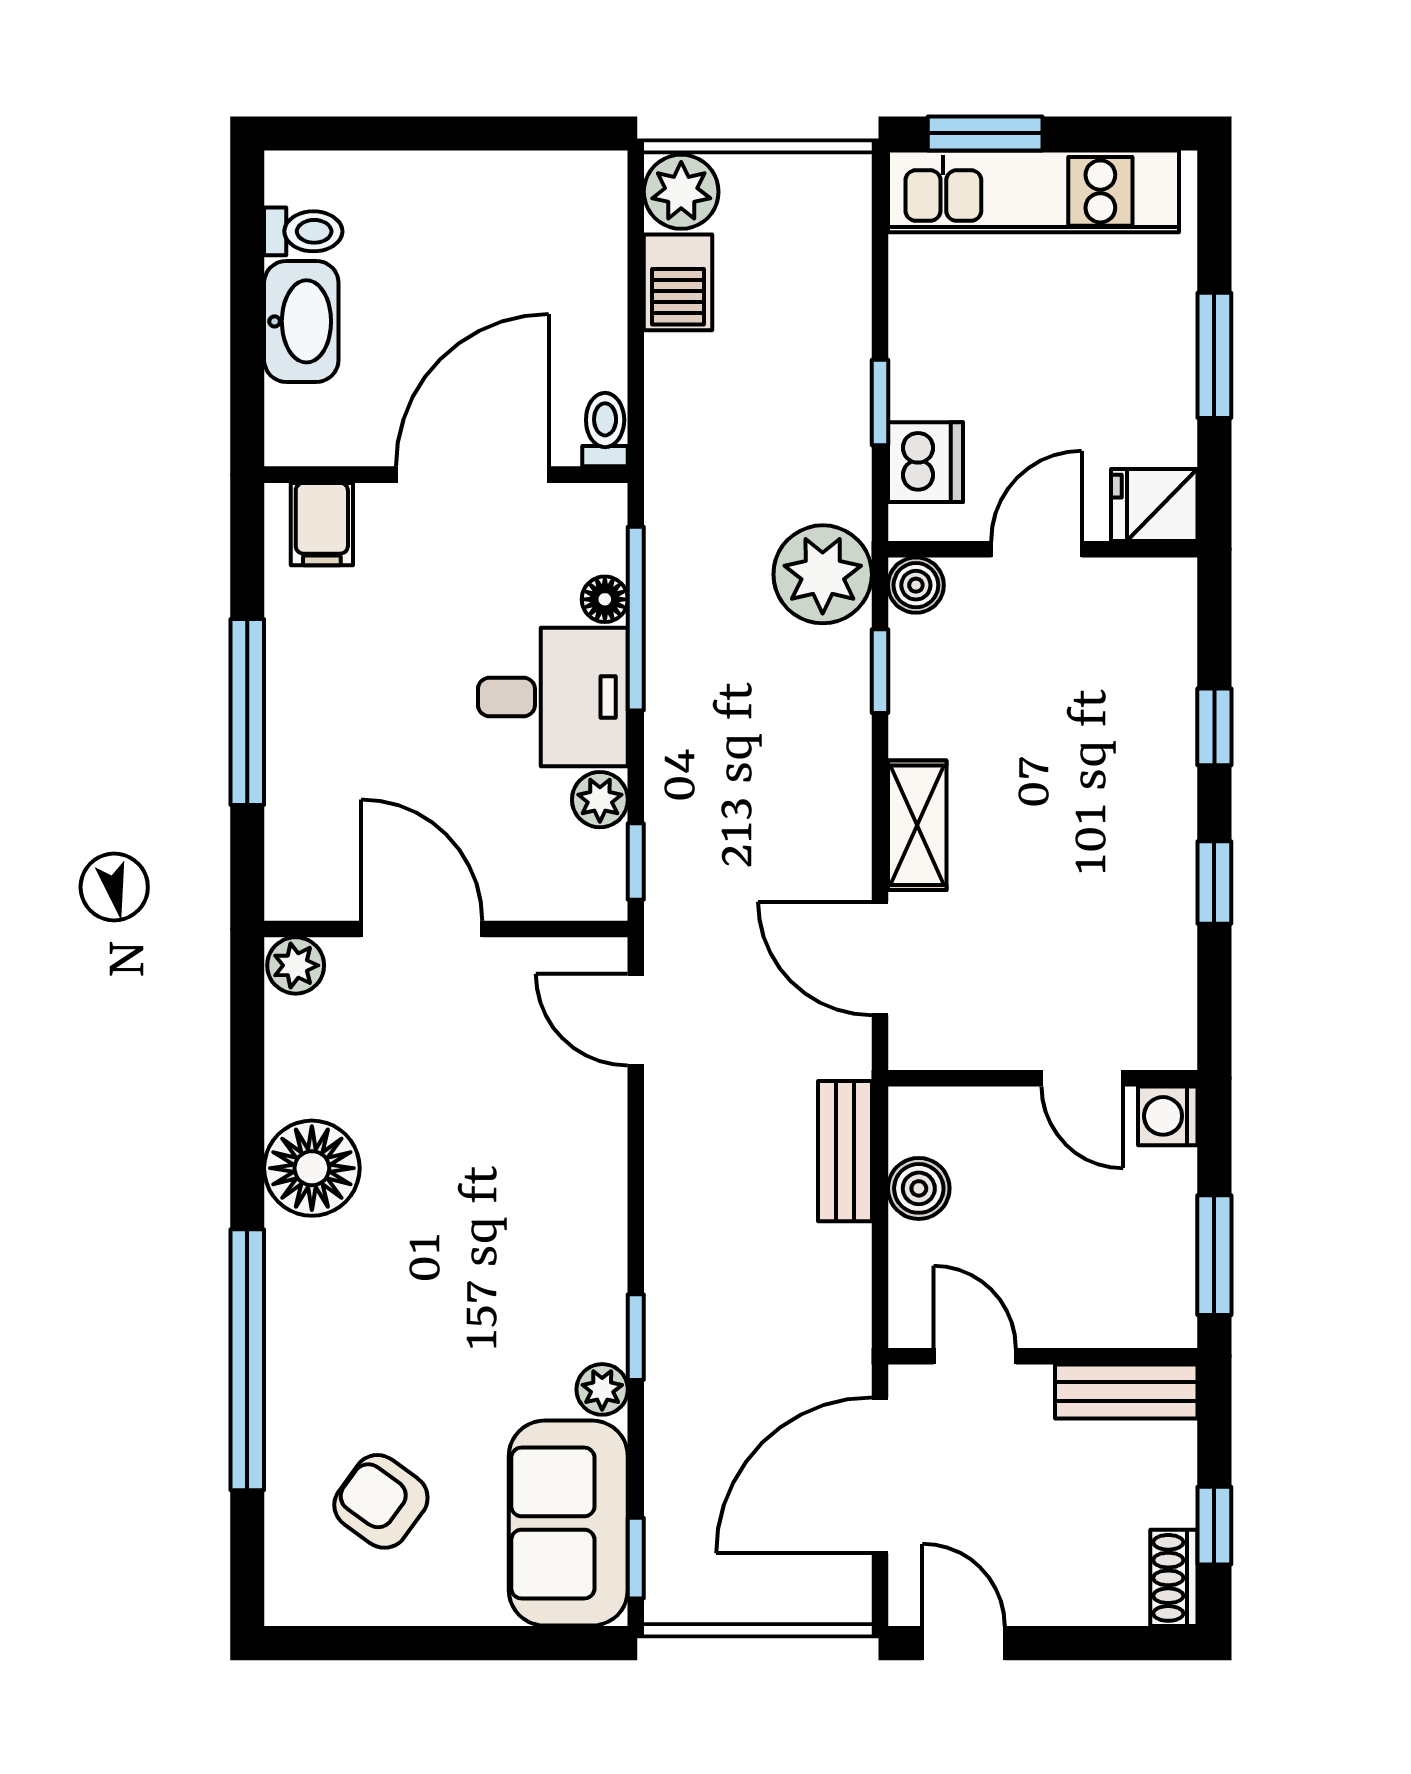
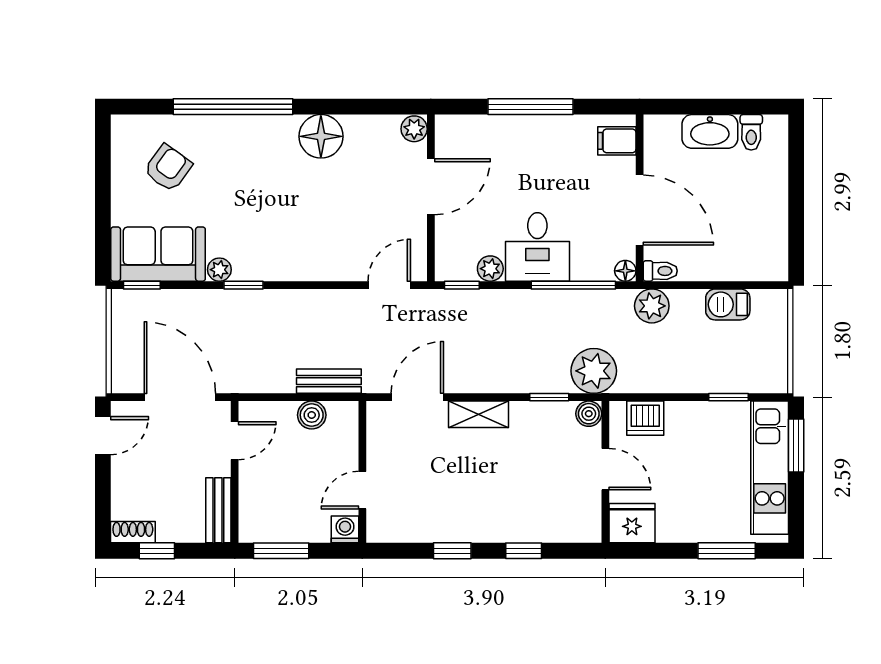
plant: (681, 192) -> (652, 306), moved
window: (1214, 355) -> (727, 551), moved
window: (880, 402) -> (728, 397), moved
fridge: (1154, 505) -> (632, 523), width x1.38
floor lamp: (605, 599) -> (625, 271), moved

